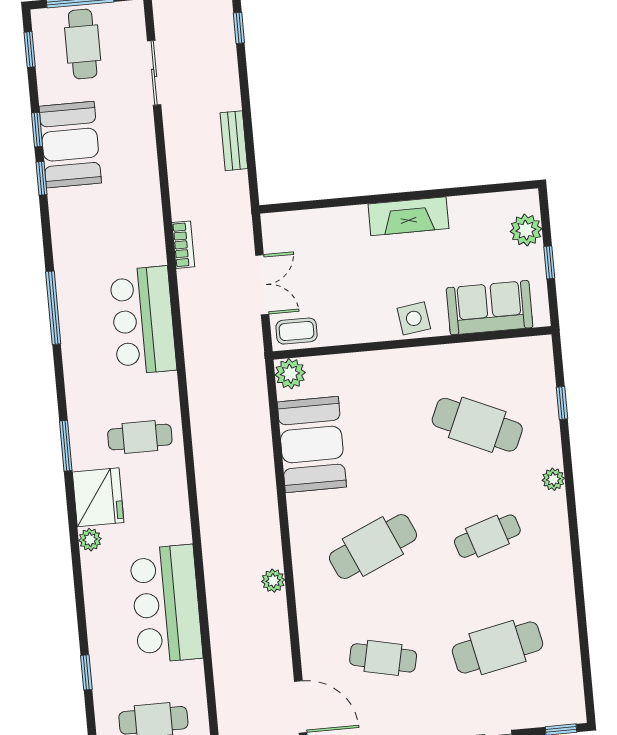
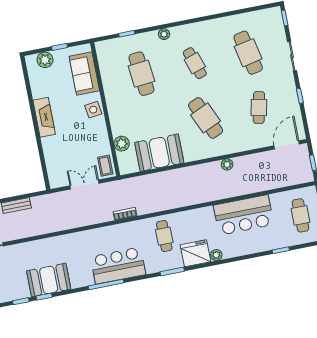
booth: (70, 145) -> (49, 280), moved
bookcase: (183, 245) -> (125, 214), moved
bar counter: (143, 320) -> (118, 266), moved, turned 180
plant: (290, 374) -> (122, 144), moved
cafe table: (477, 425) -> (141, 74), turned -30

